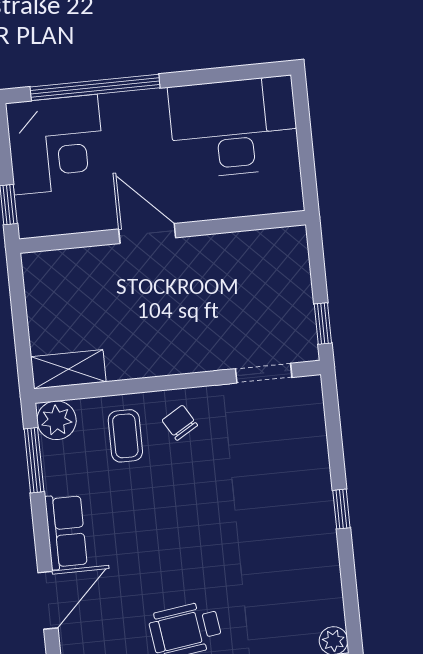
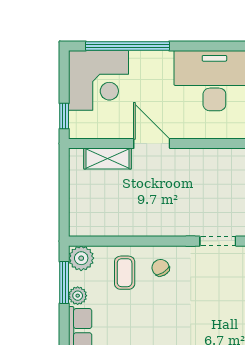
shelving: (68, 369) -> (108, 159), moved
plant: (57, 478) -> (78, 296), added

